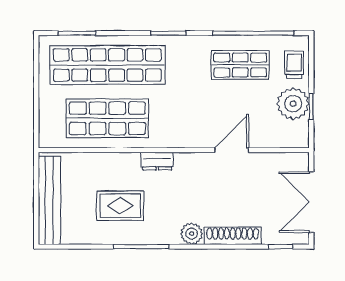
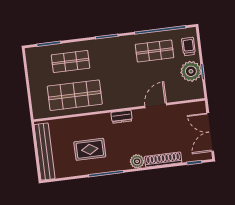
shop shelf: (107, 65) -> (71, 61), width x0.50, depth x0.74
dresser: (157, 161) -> (122, 117), moved

